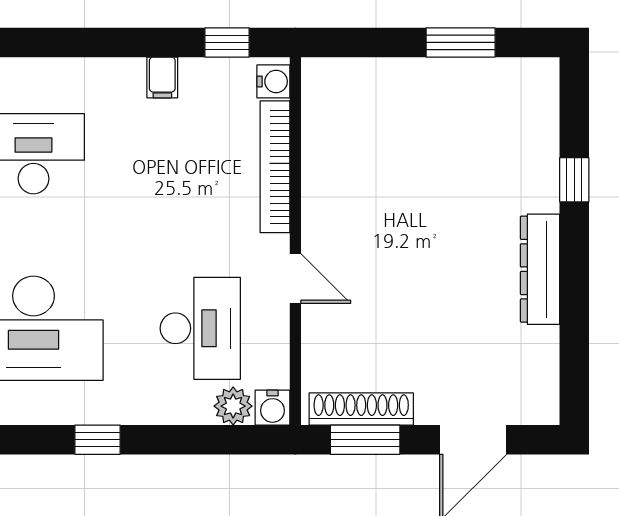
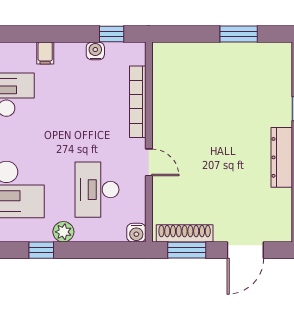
filing cabinet: (162, 77) -> (45, 53), moved
water cooler: (273, 81) -> (95, 51), moved, turned -90
desk: (200, 328) -> (97, 190), turned 180
plant: (233, 406) -> (63, 232), moved

